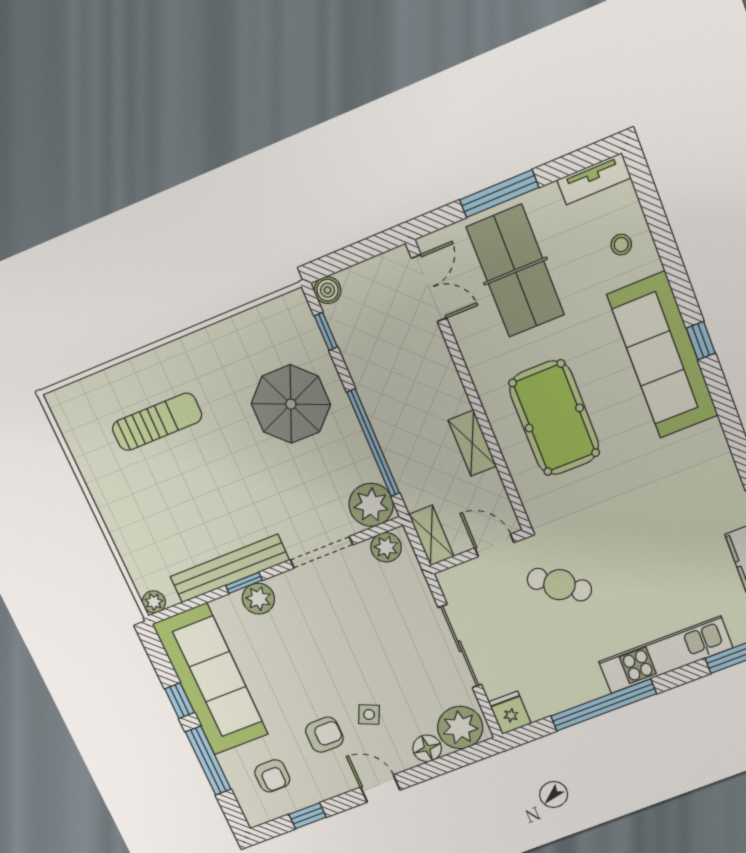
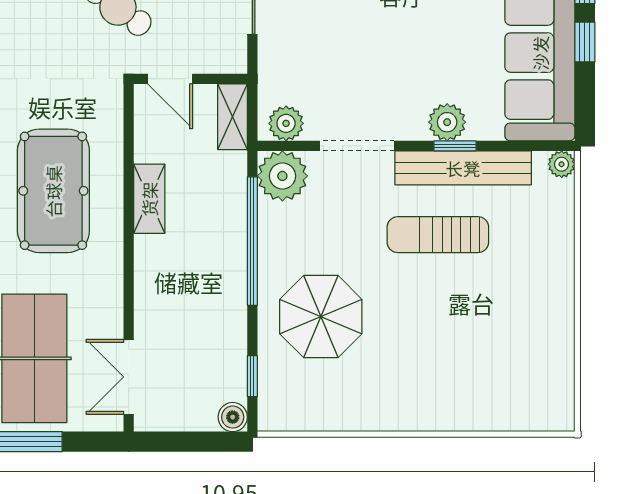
sun lounger: (157, 422) -> (438, 235), moved

